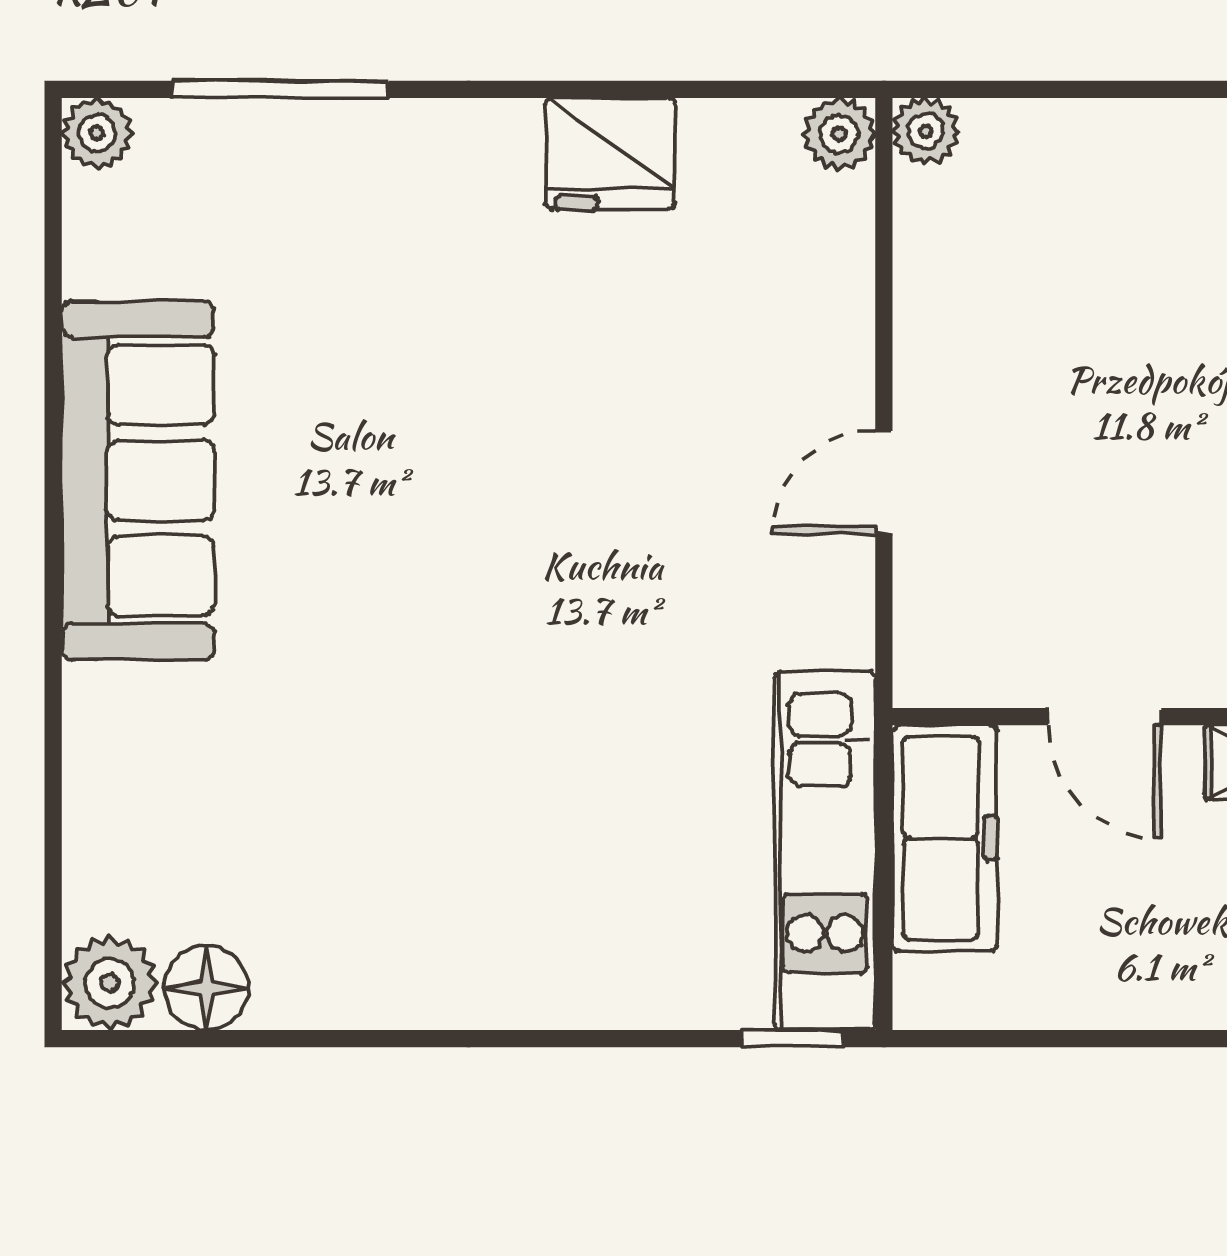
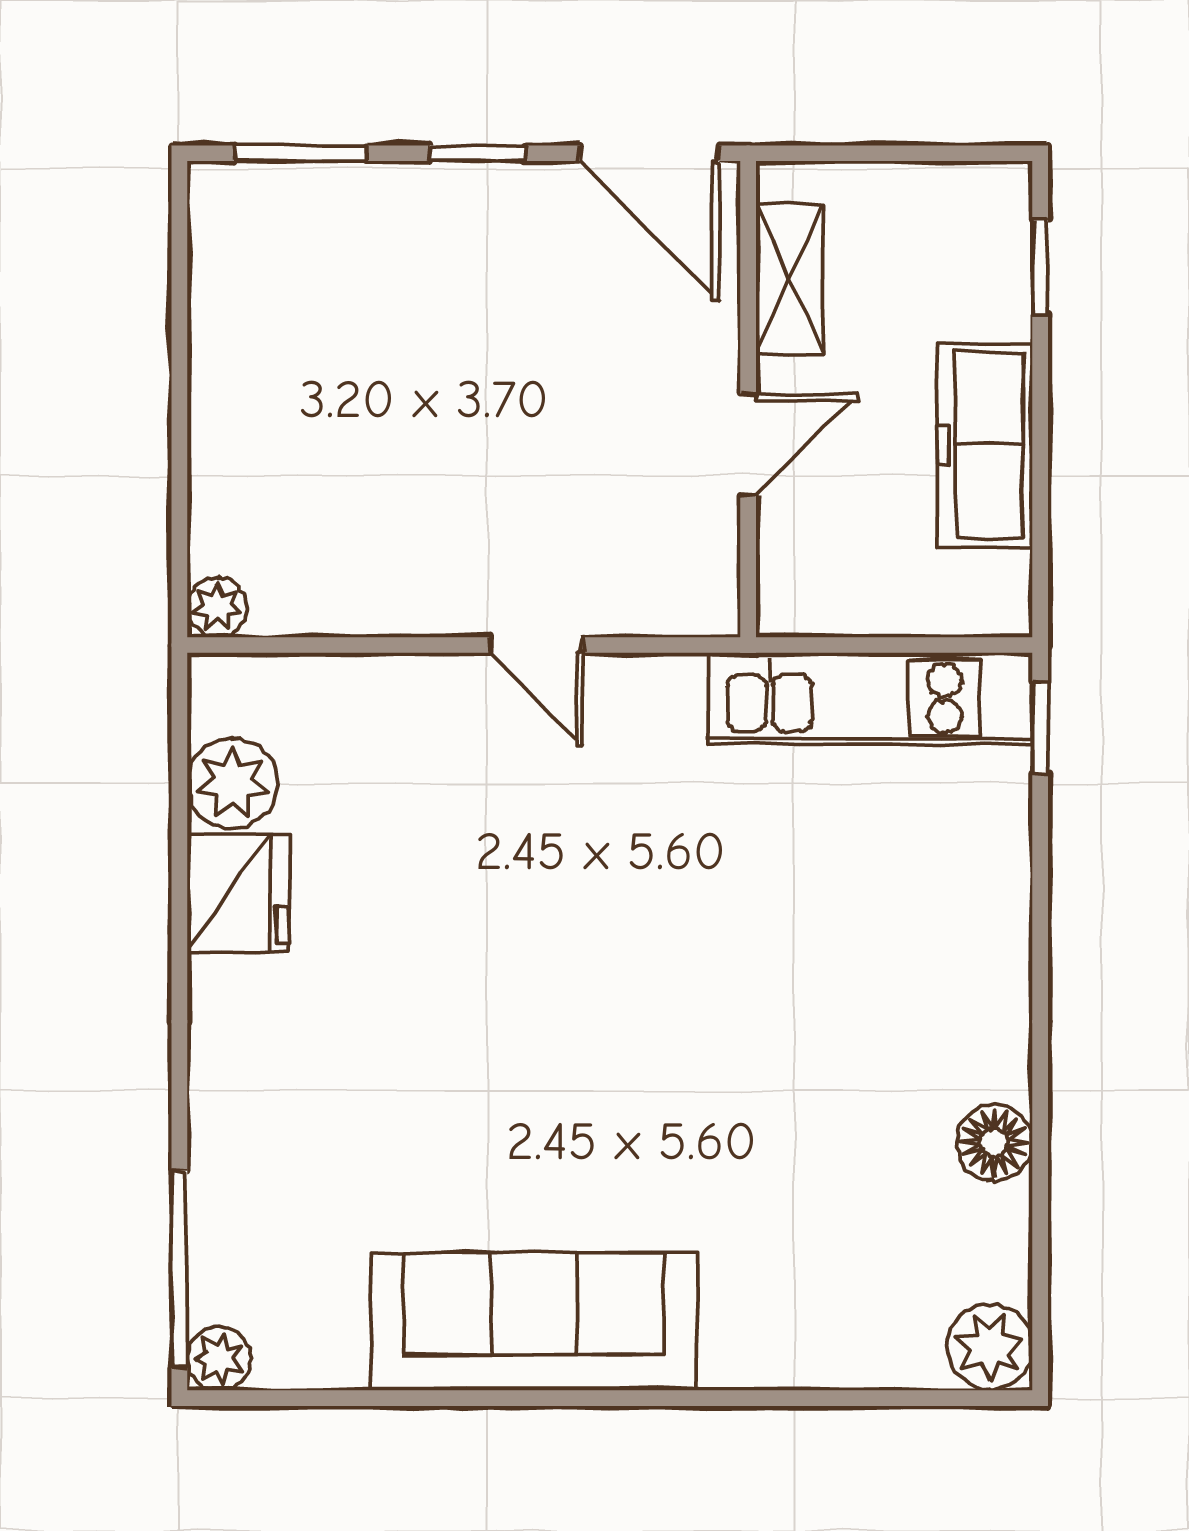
window: (280, 89) -> (179, 1269), moved
plant: (839, 134) -> (232, 783), moved, width x1.38, depth x1.38
freezer: (945, 838) -> (985, 445), moved, turned -90
floor lamp: (206, 988) -> (994, 1143), moved

